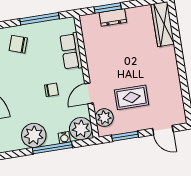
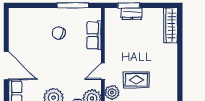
chair: (18, 44) -> (59, 33), moved
chair: (51, 90) -> (73, 64), removed

